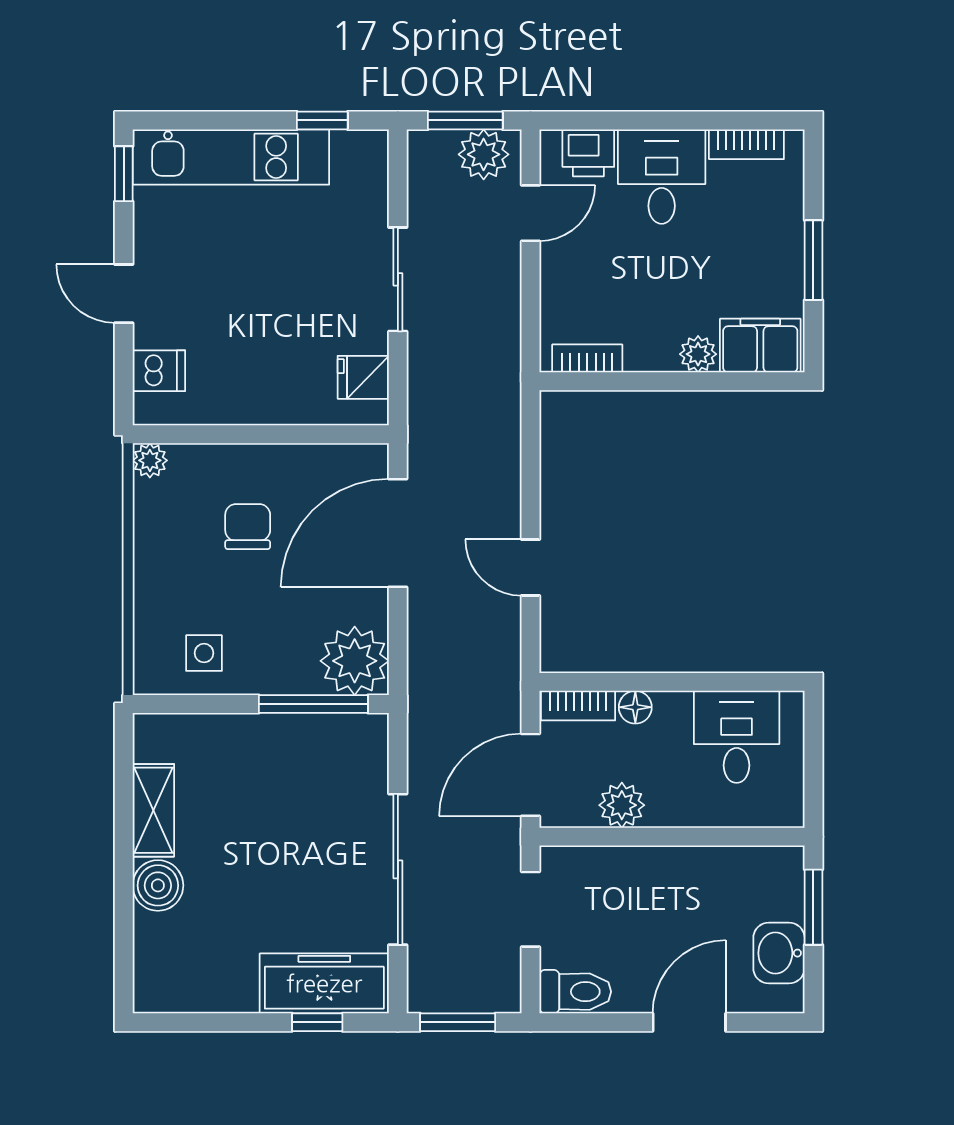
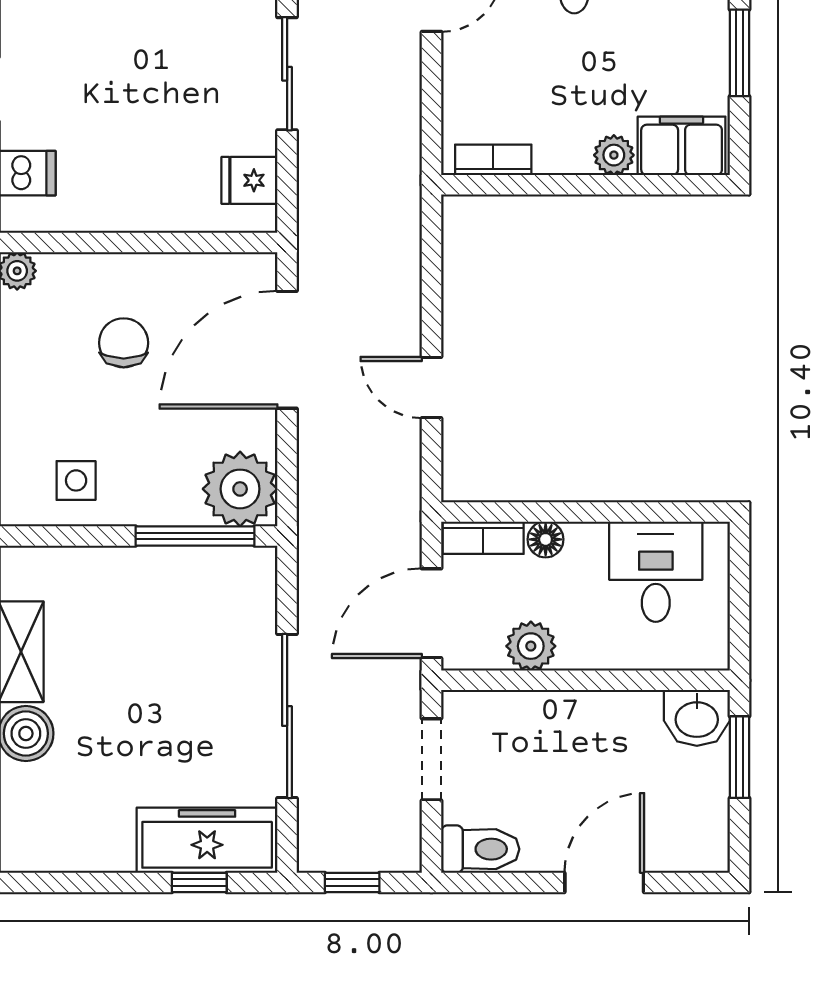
washbasin: (779, 953) -> (697, 718), moved, turned -90
window: (458, 1022) -> (352, 882), width x0.67

